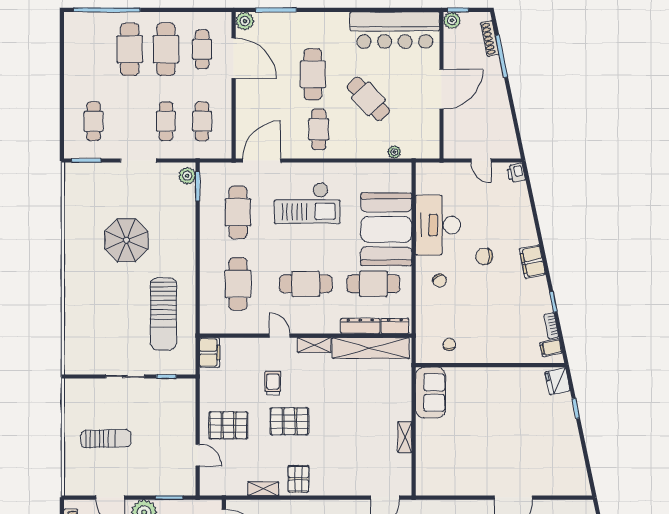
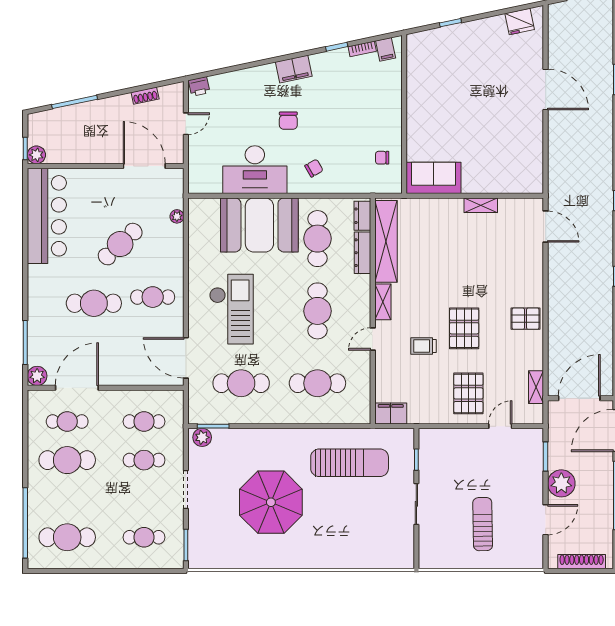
shoe rack: (490, 38) -> (145, 96), moved, width x0.70
cafe table: (130, 49) -> (67, 537), moved
door: (442, 89) -> (144, 166), moved
parasol: (126, 240) -> (271, 502), width x1.36, depth x1.36
fridge: (558, 381) -> (520, 21), moved
shelving: (263, 489) -> (536, 387), moved

